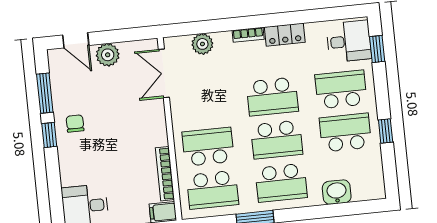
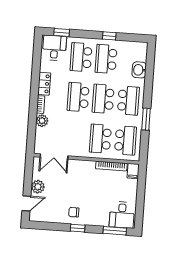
plant: (202, 44) -> (42, 121), moved
window: (45, 93) -> (115, 231), moved
school desk: (272, 97) -> (78, 97), turned 180
school desk: (277, 140) -> (103, 99), turned 180

